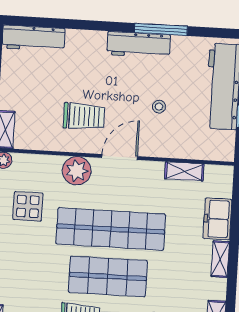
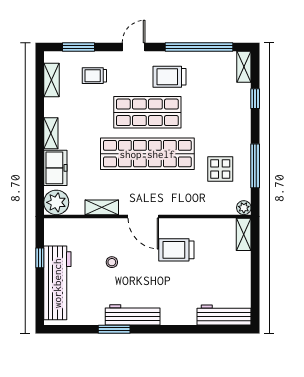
window: (161, 29) -> (114, 329), width x0.69
door: (120, 157) -> (143, 216), hinge flipped
plant: (77, 171) -> (56, 202), moved
shelving: (184, 171) -> (102, 207), moved

